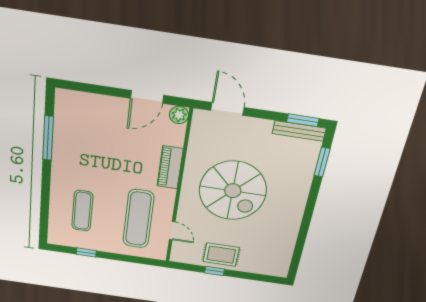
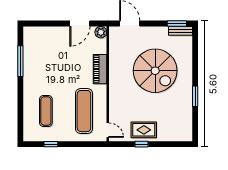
bench: (299, 131) -> (180, 31), width x0.73
window: (322, 162) -> (195, 96), moved
spiral stairs: (233, 191) -> (155, 71), moved
door: (172, 231) -> (108, 130), moved

